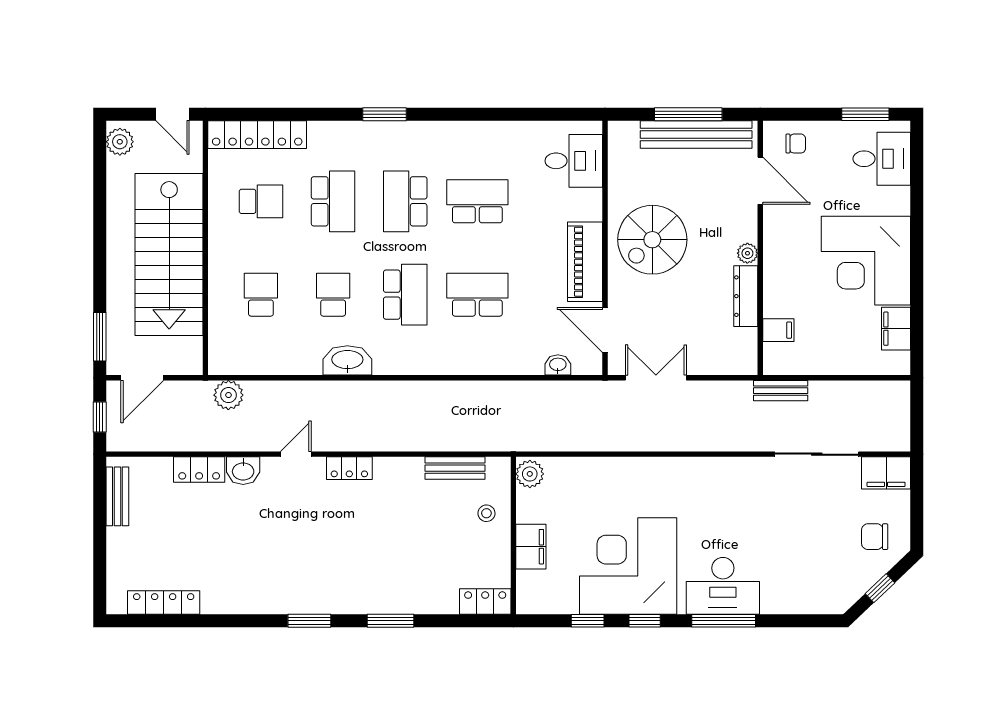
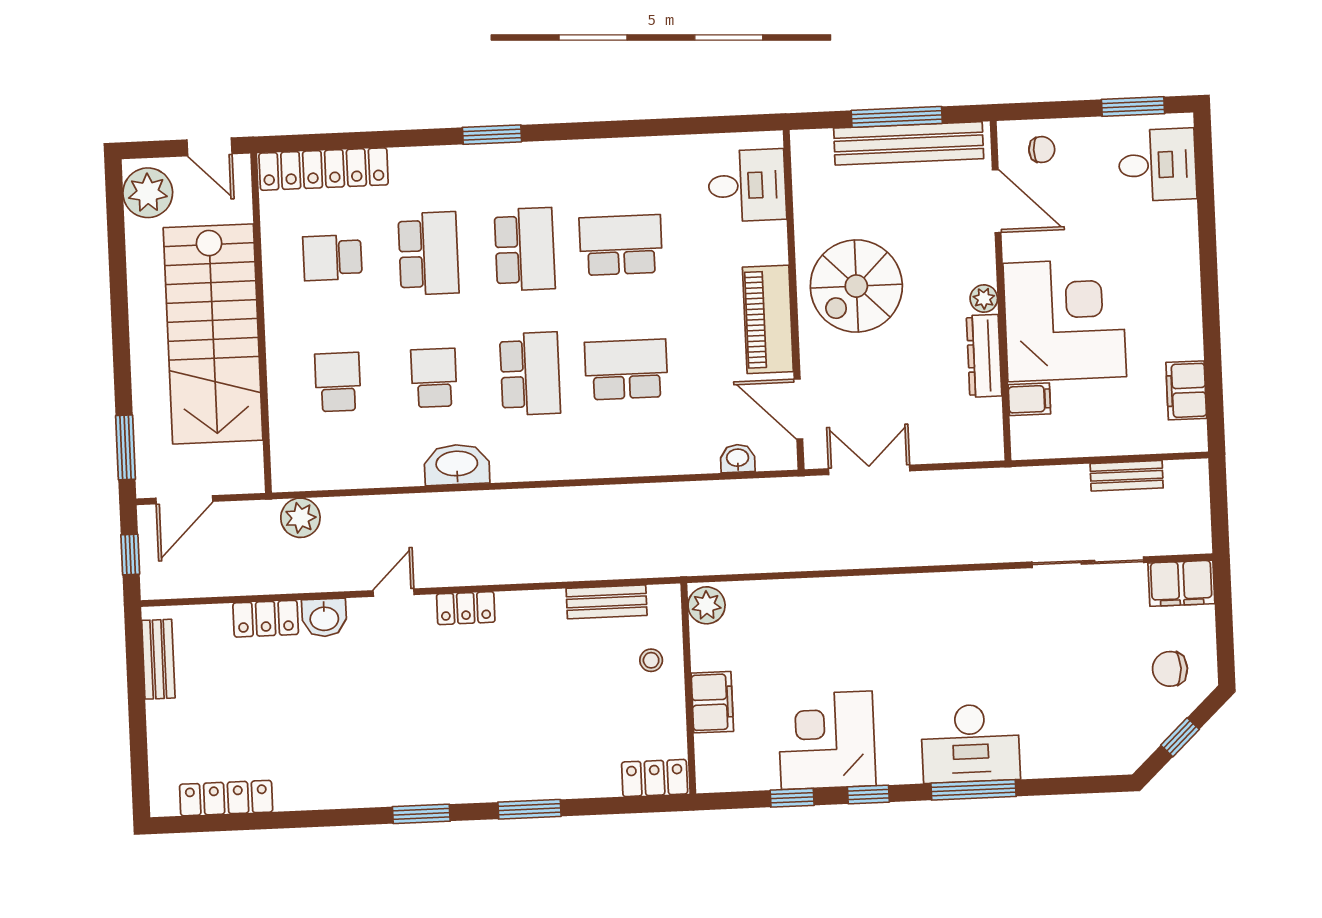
plant: (120, 142) -> (148, 193), width x1.36, depth x1.36
school desk: (261, 201) -> (332, 258), turned 180
school desk: (405, 201) -> (525, 249), turned 180
corner desk: (866, 261) -> (1065, 320), moved, turned 180
bench: (781, 391) -> (1127, 476), moved
corner desk: (628, 566) -> (827, 740), width x0.74, depth x0.74

